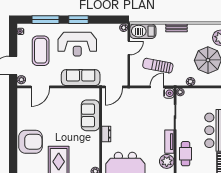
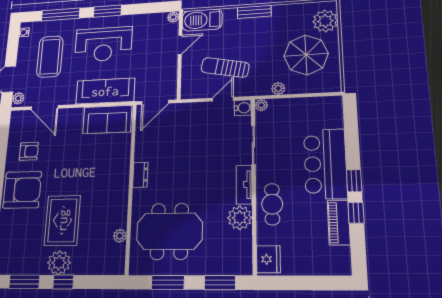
door: (40, 87) -> (45, 107), hinge flipped
sofa: (90, 115) -> (107, 120), moved, turned -90
armchair: (32, 117) -> (29, 151), added

